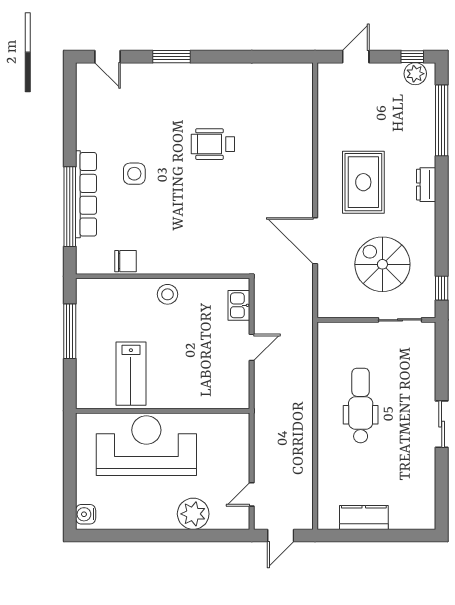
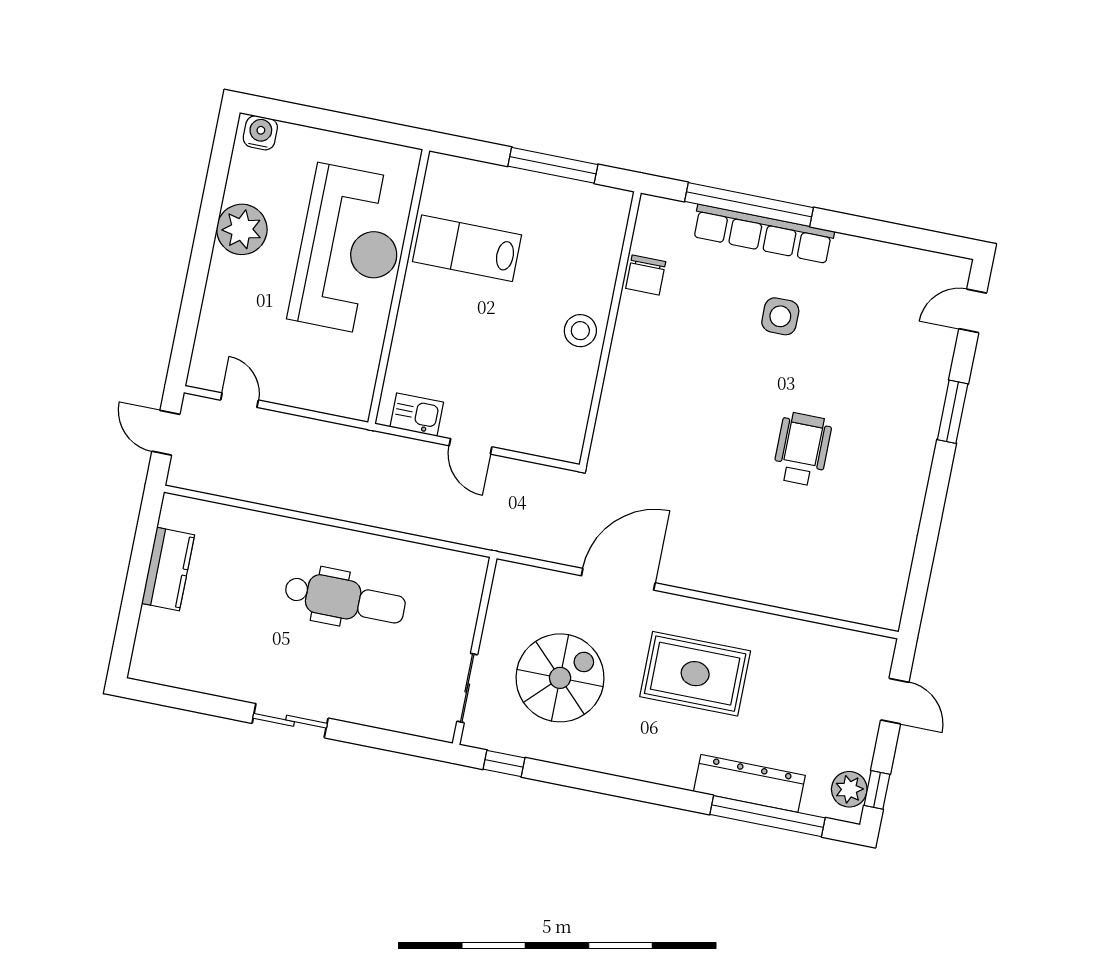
dresser: (426, 185) -> (749, 783), moved, width x1.96, depth x1.24
kitchen sink: (239, 305) -> (417, 415), moved
plant: (193, 514) -> (242, 229), moved

